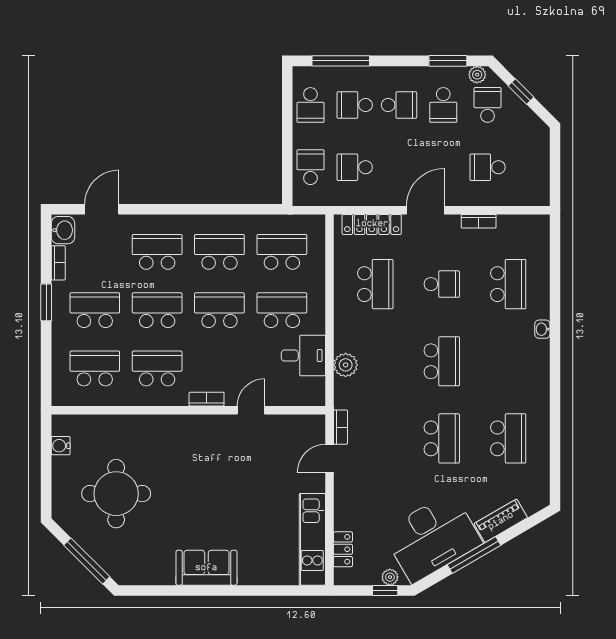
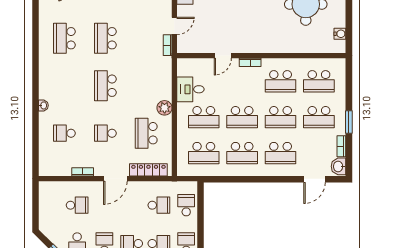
school desk: (310, 167) -> (186, 205), turned 180
school desk: (508, 284) -> (64, 133), width x0.54
plant: (346, 365) -> (165, 108), moved

